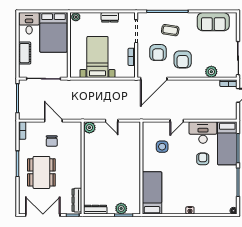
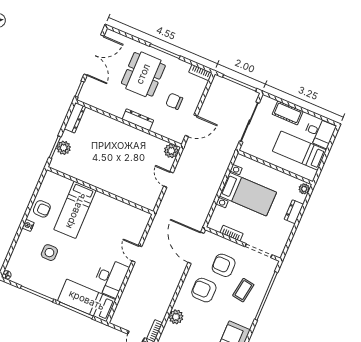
dresser: (110, 17) -> (294, 212), moved
bed: (53, 32) -> (299, 151), width x0.67
door: (53, 121) -> (191, 126), moved
door: (112, 121) -> (168, 179), hinge flipped
side table: (162, 147) -> (49, 253), moved
armchair: (203, 159) -> (42, 209), moved
dining table: (41, 172) -> (143, 74), turned 90
bed: (152, 193) -> (75, 210), moved, turned 90
dresser: (77, 200) -> (138, 120), moved

